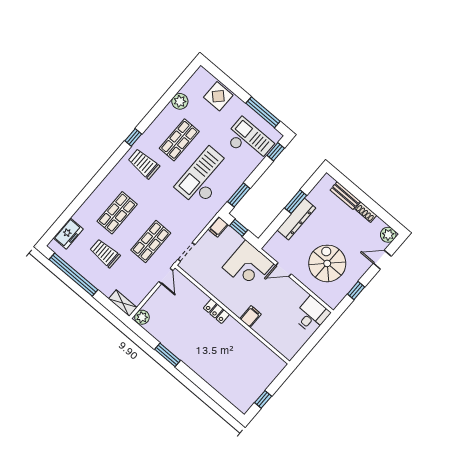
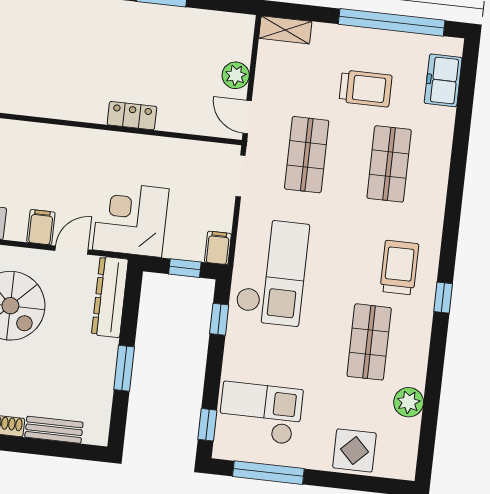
checkout: (249, 141) -> (260, 413), turned 180
trolley: (144, 164) -> (399, 268), turned -90
checkout: (204, 177) -> (272, 272), moved
window: (239, 195) -> (219, 319), width x0.67
dresser: (296, 219) -> (110, 297), moved
filing cabinet: (251, 316) -> (41, 227), moved, turned 180
plant: (142, 317) -> (236, 75), moved

